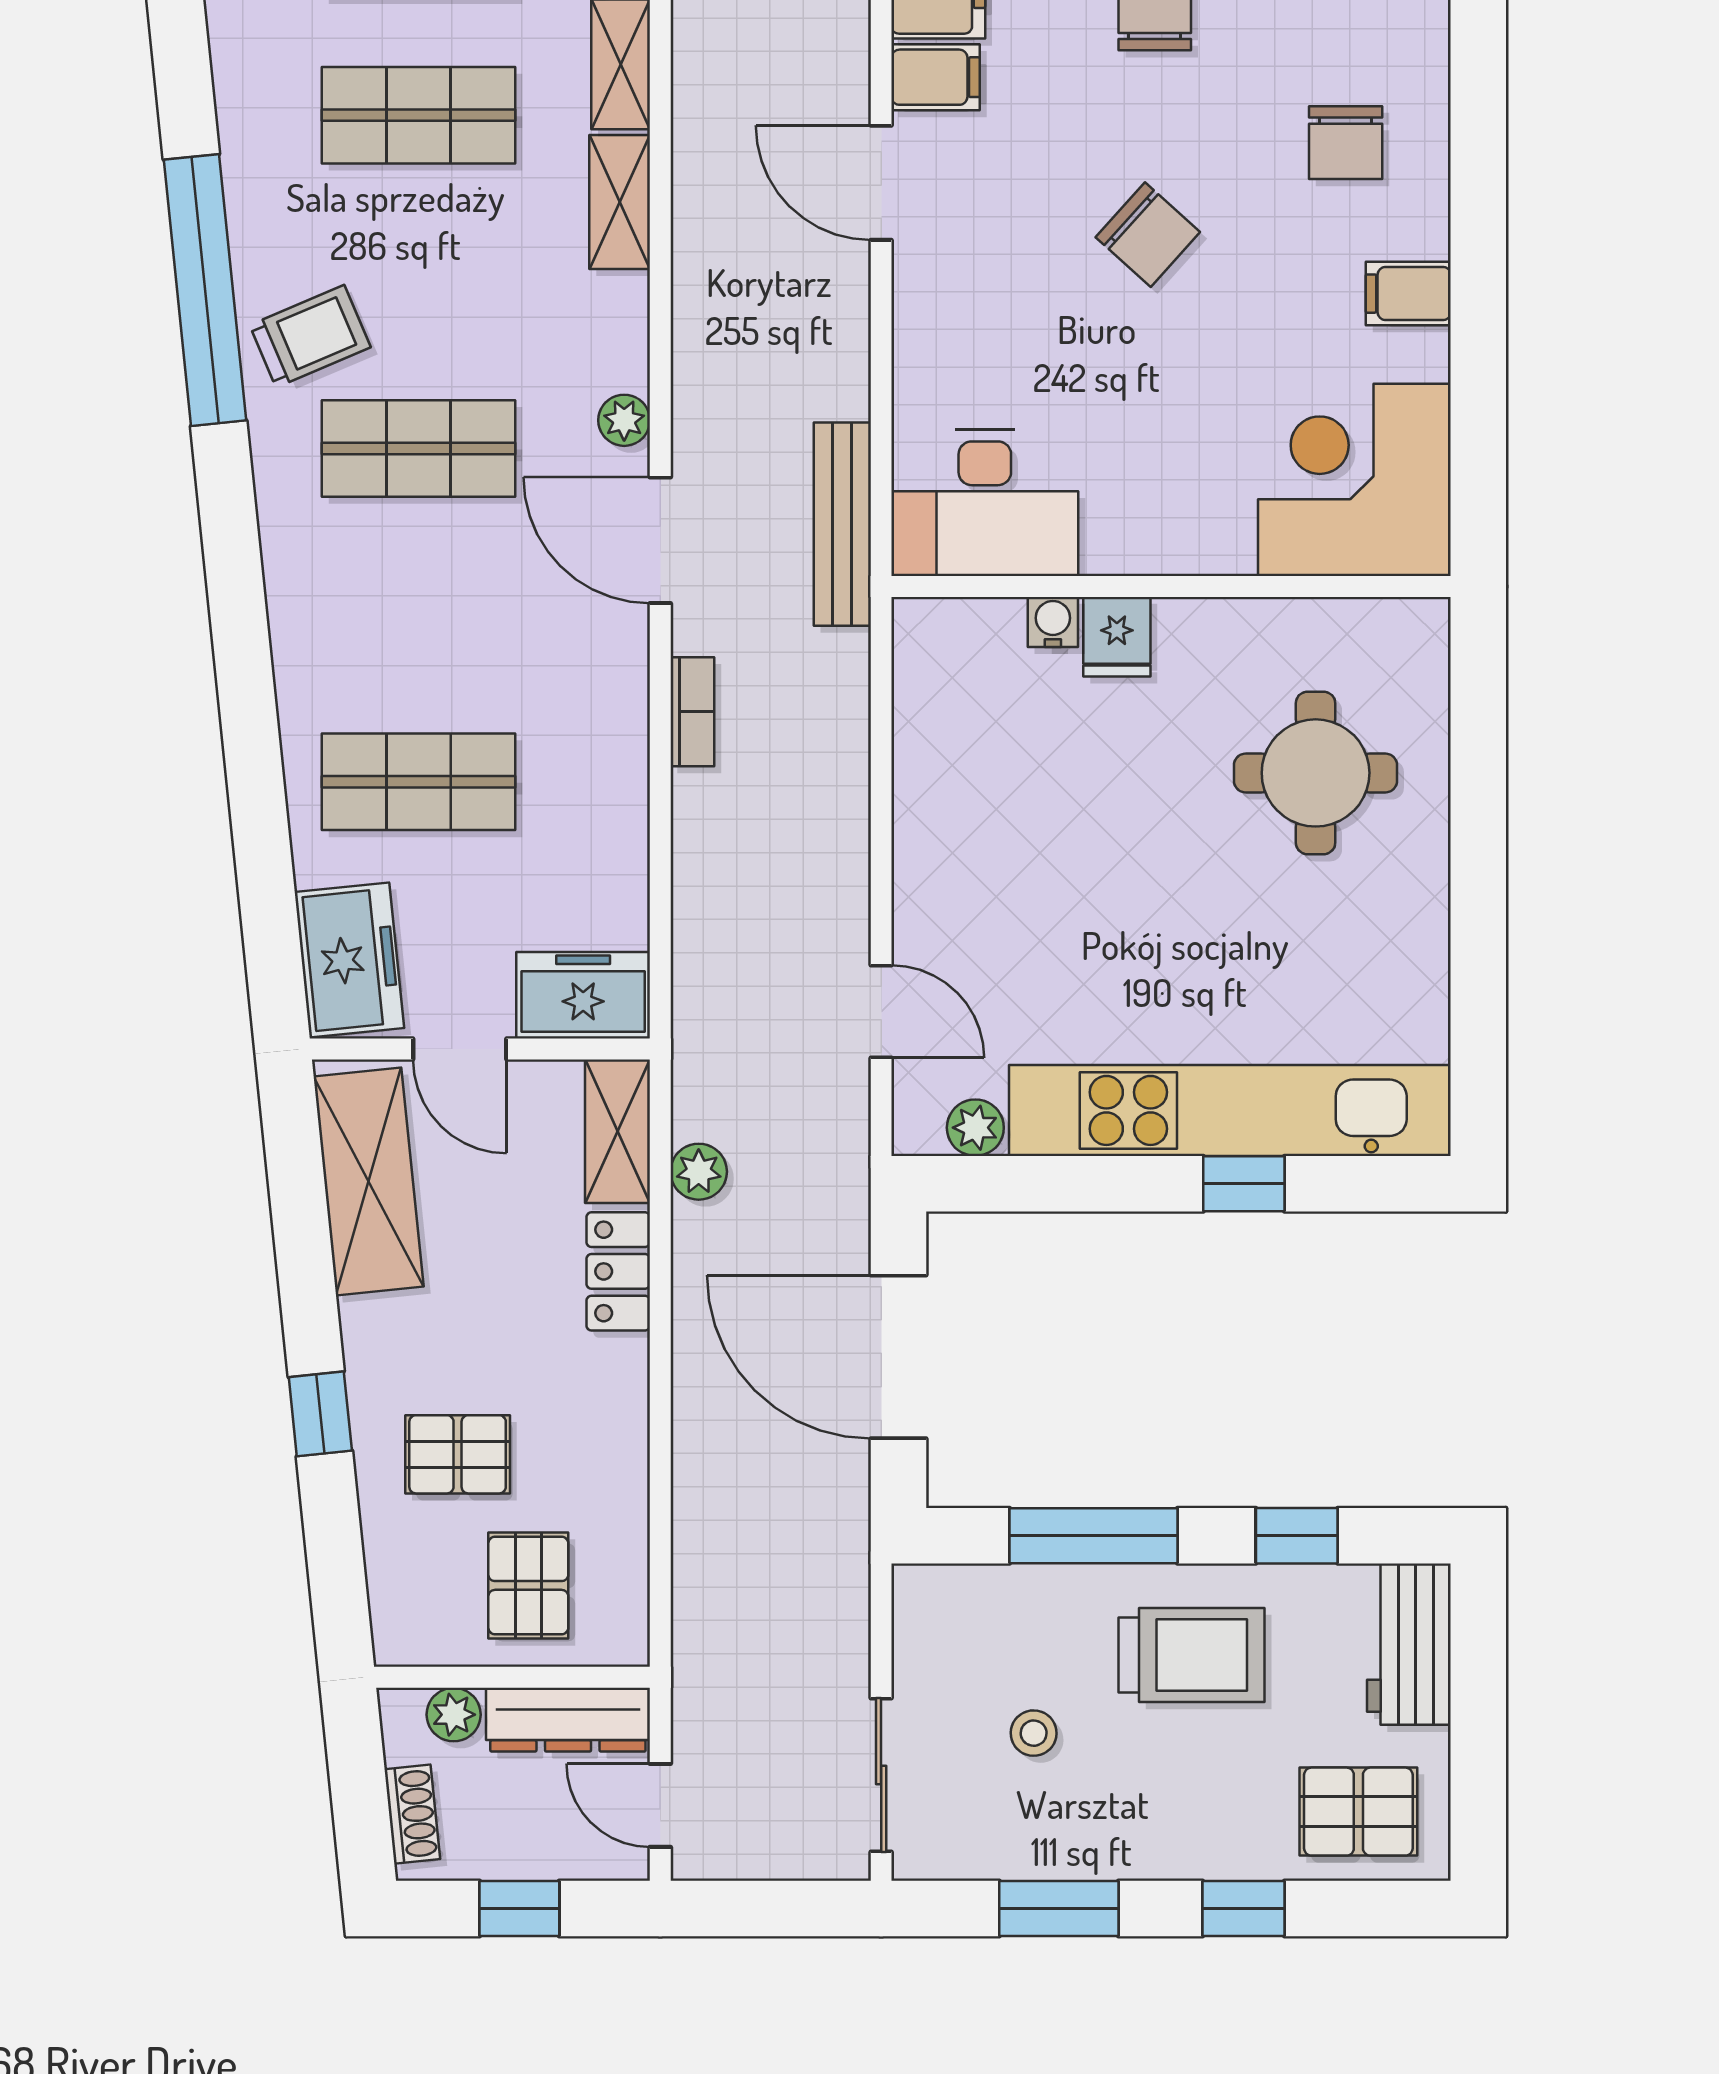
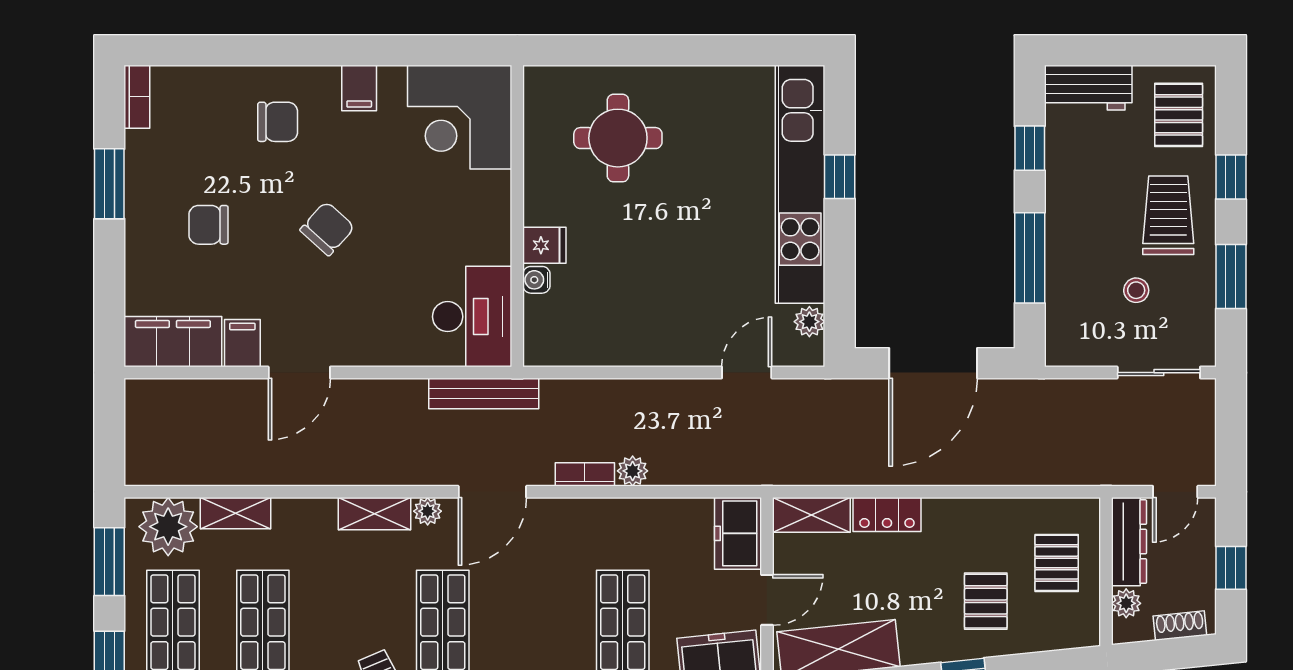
shelving: (620, 202) -> (374, 514), moved
plant: (699, 1172) -> (633, 471), moved
pallet: (528, 1585) -> (1057, 563), turned 90
trolley: (1192, 1655) -> (1168, 215), moved

